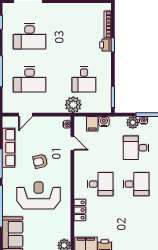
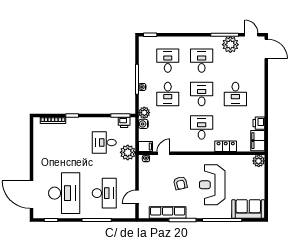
desk: (30, 36) -> (64, 193), width x1.36, depth x1.30
printer: (106, 45) -> (124, 122), moved
desk: (84, 79) -> (104, 143), turned 180
door: (26, 115) -> (137, 197), swing flipped
plant: (133, 123) -> (144, 113), moved
filing cabinet: (92, 124) -> (145, 146), moved
desk: (136, 221) -> (235, 94), added

